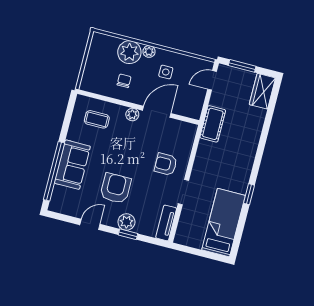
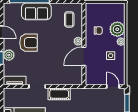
door: (157, 112) -> (84, 56), swing flipped
cot: (213, 124) -> (59, 94), moved
armchair: (166, 164) -> (52, 71), removed

